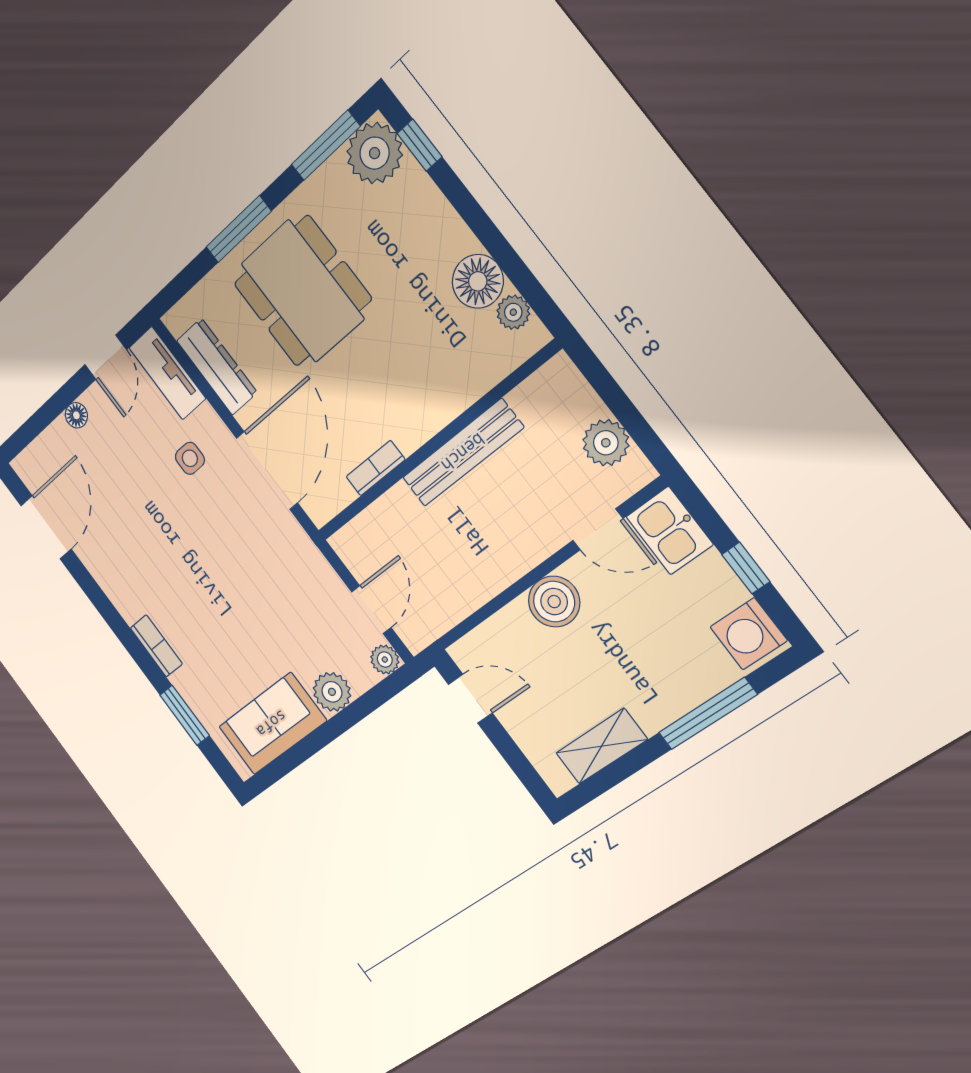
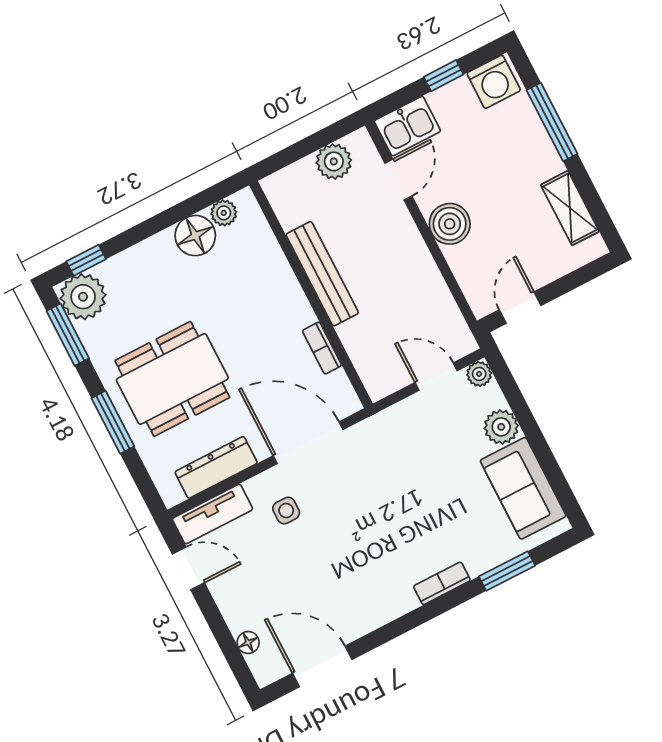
floor lamp: (76, 415) -> (248, 643), moved

